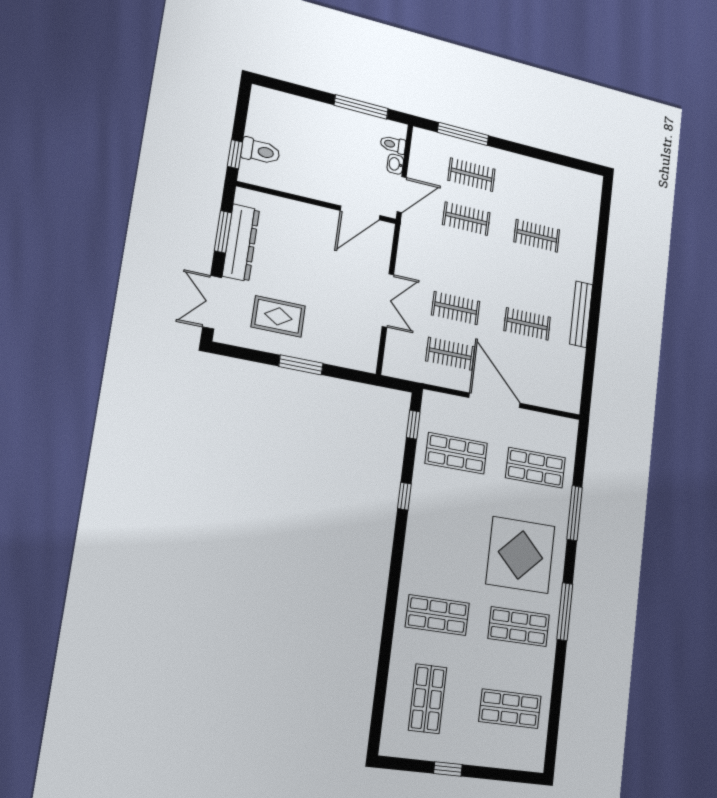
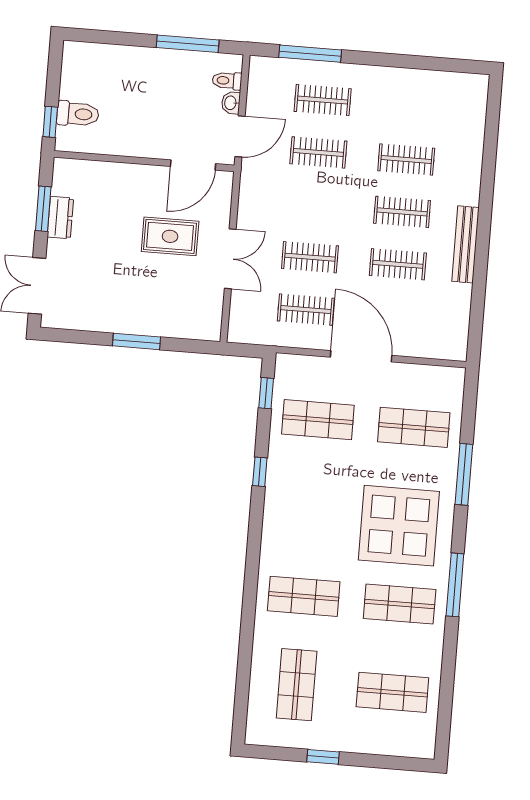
dresser: (241, 243) -> (60, 218), width x0.51, depth x0.80
clothes rail: (532, 280) -> (402, 212), added
rug: (278, 316) -> (170, 236), moved

